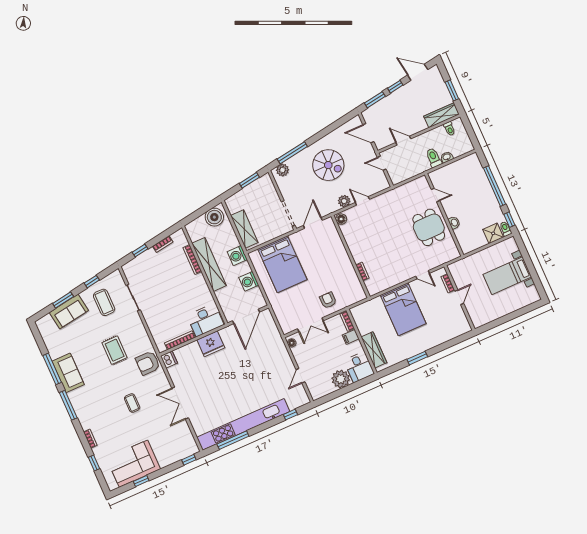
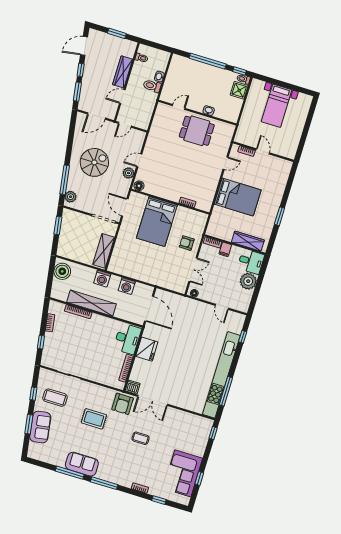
wardrobe: (441, 115) -> (123, 72), moved
shelving: (244, 229) -> (104, 251), moved, turned 90
bed: (282, 264) -> (157, 221), moved, turned 90
double door: (180, 403) -> (153, 400), moved

